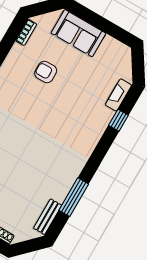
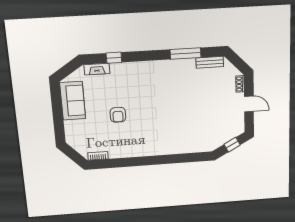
sofa: (78, 33) -> (73, 101), moved
armchair: (46, 72) -> (118, 115), moved

